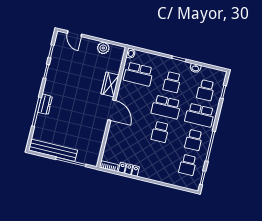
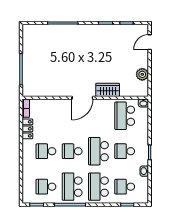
dresser: (45, 104) -> (72, 30), removed
school desk: (194, 140) -> (72, 187), width x1.85
bench: (53, 150) -> (28, 49), removed
school desk: (154, 157) -> (46, 151), added

